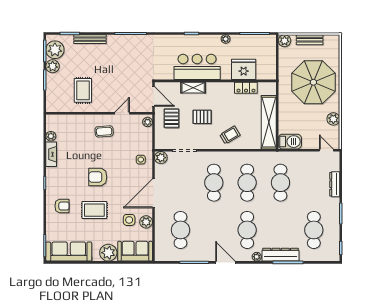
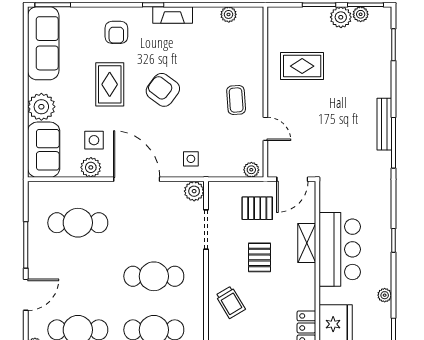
bench: (90, 39) -> (384, 124), moved
plant: (55, 50) -> (361, 14), width x0.53, depth x0.53
fireplace: (51, 154) -> (173, 15), moved
armchair: (98, 177) -> (163, 90), turned -53

